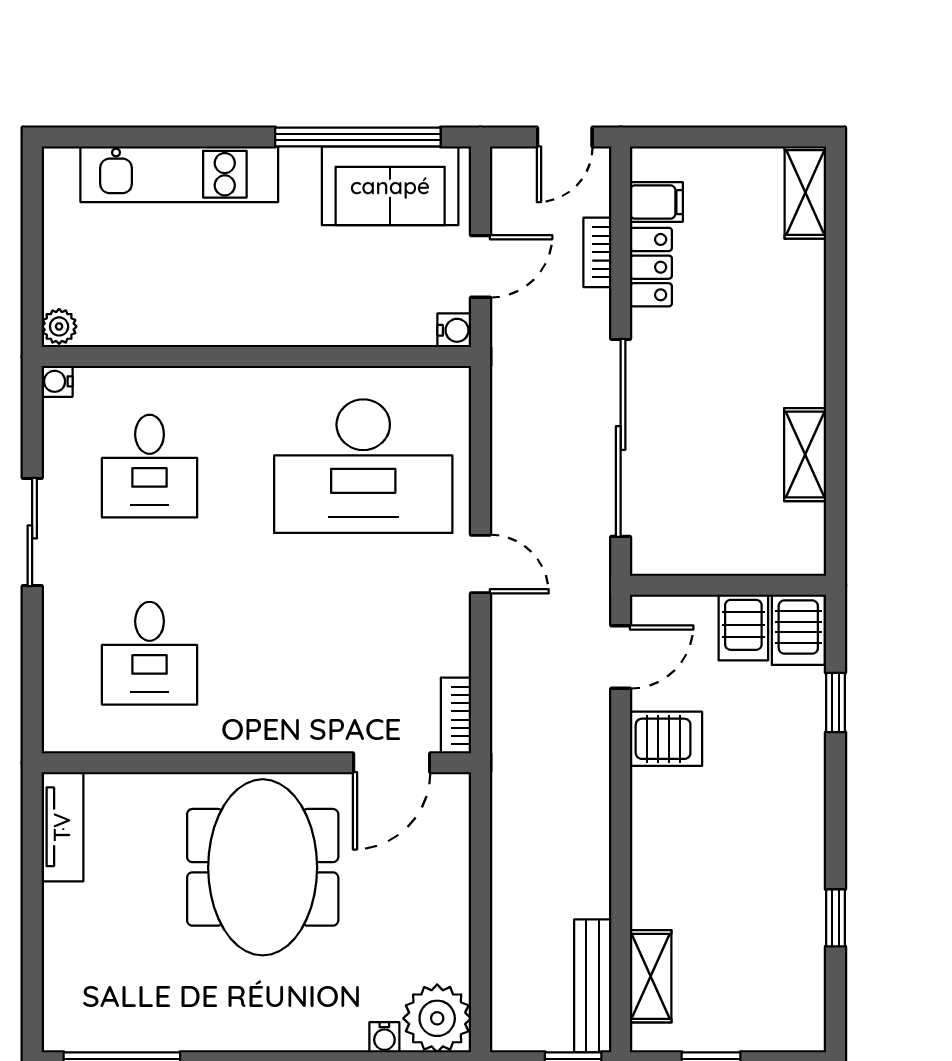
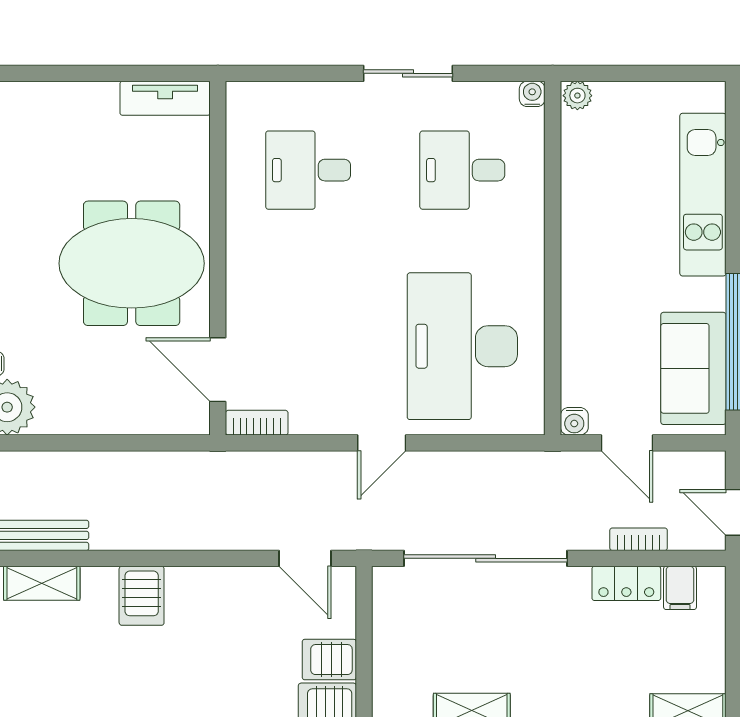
server rack: (666, 739) -> (142, 596), moved

